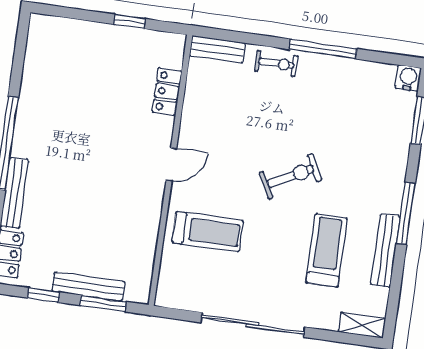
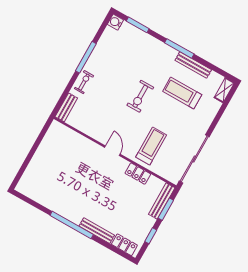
window: (130, 21) -> (37, 144), removed
locker: (167, 92) -> (138, 174), moved
exercise bike: (291, 176) -> (140, 96), turned -152
bench: (88, 286) -> (162, 201), moved
sliding door: (253, 325) -> (194, 159), moved

